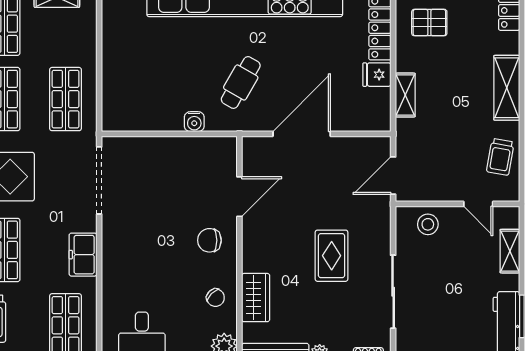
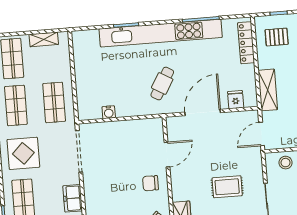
fridge: (377, 75) -> (236, 100), moved, turned 90
shelving: (405, 95) -> (268, 90), width x1.50, depth x1.33
water cooler: (194, 122) -> (109, 112), moved
rug: (332, 256) -> (227, 187), turned 90

